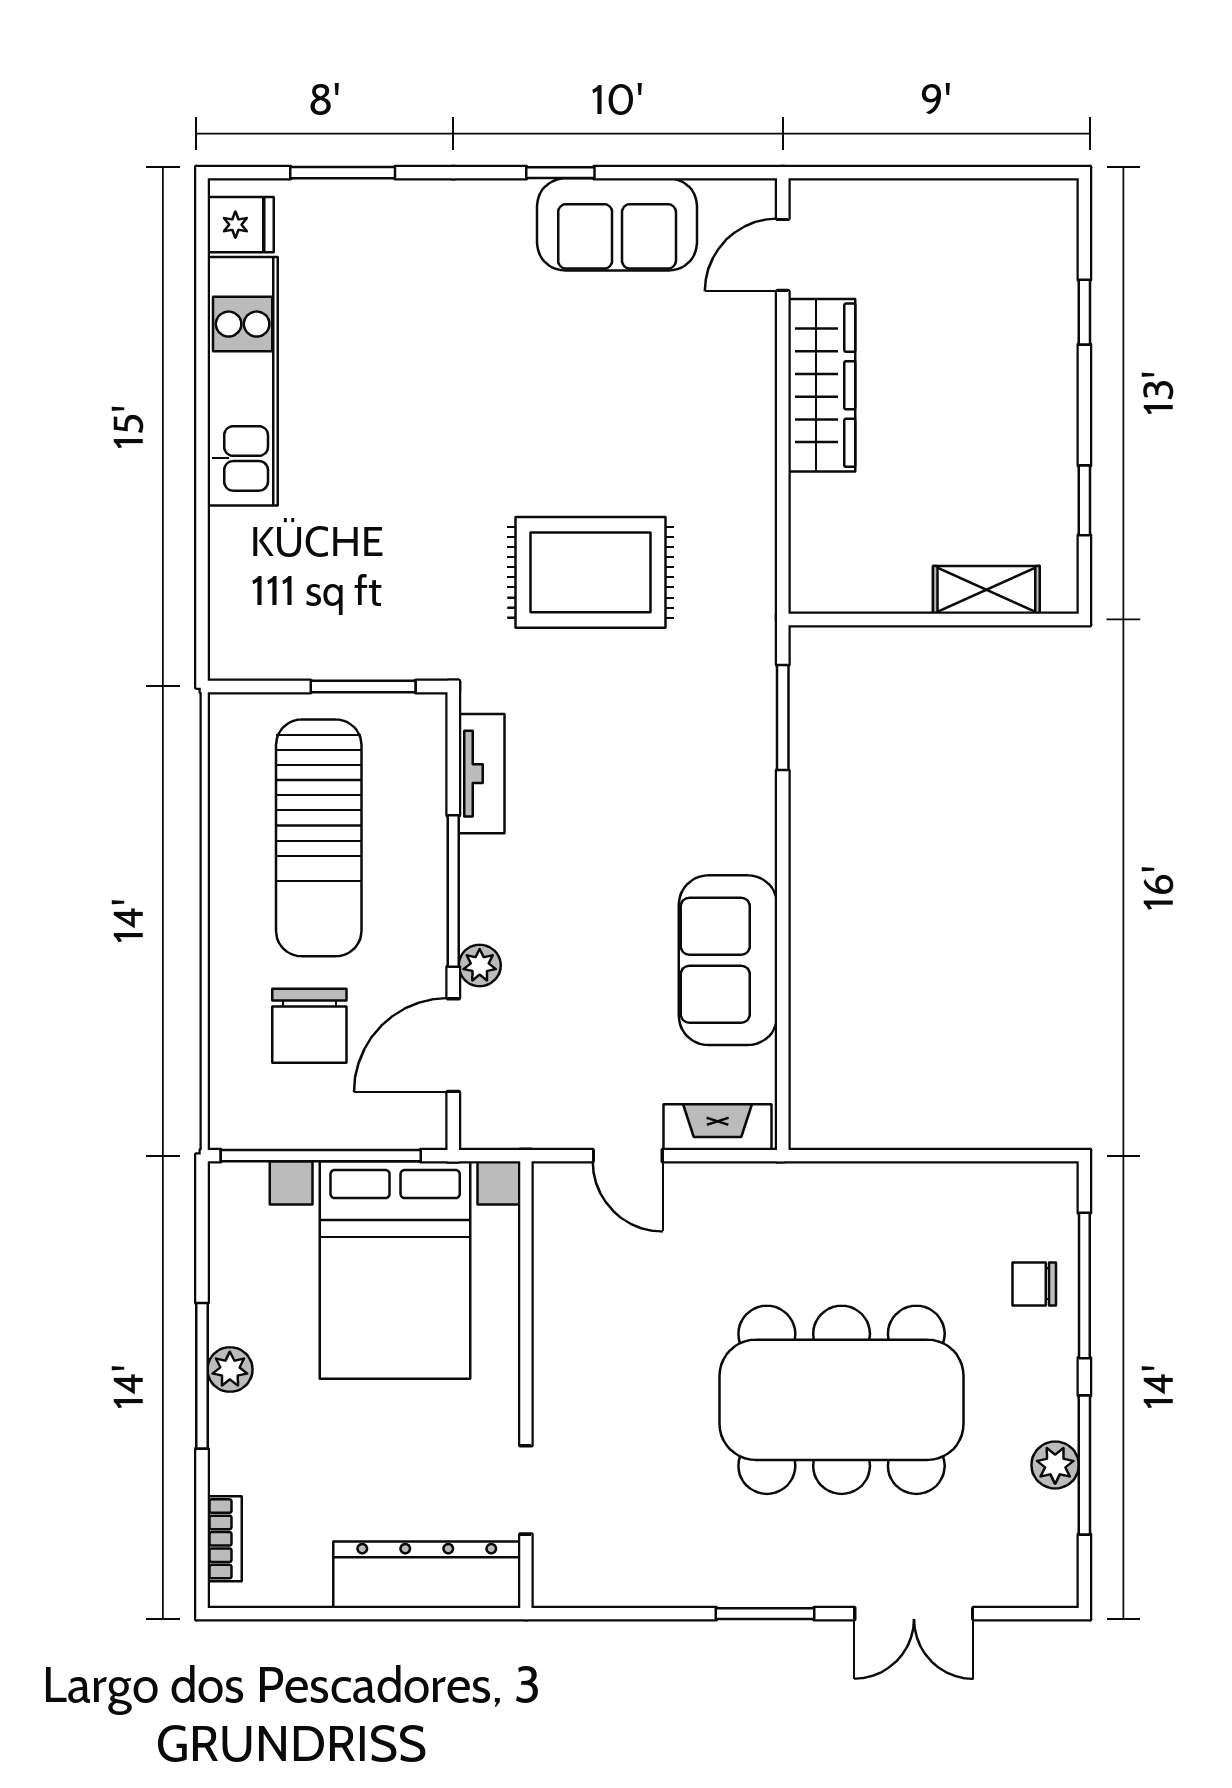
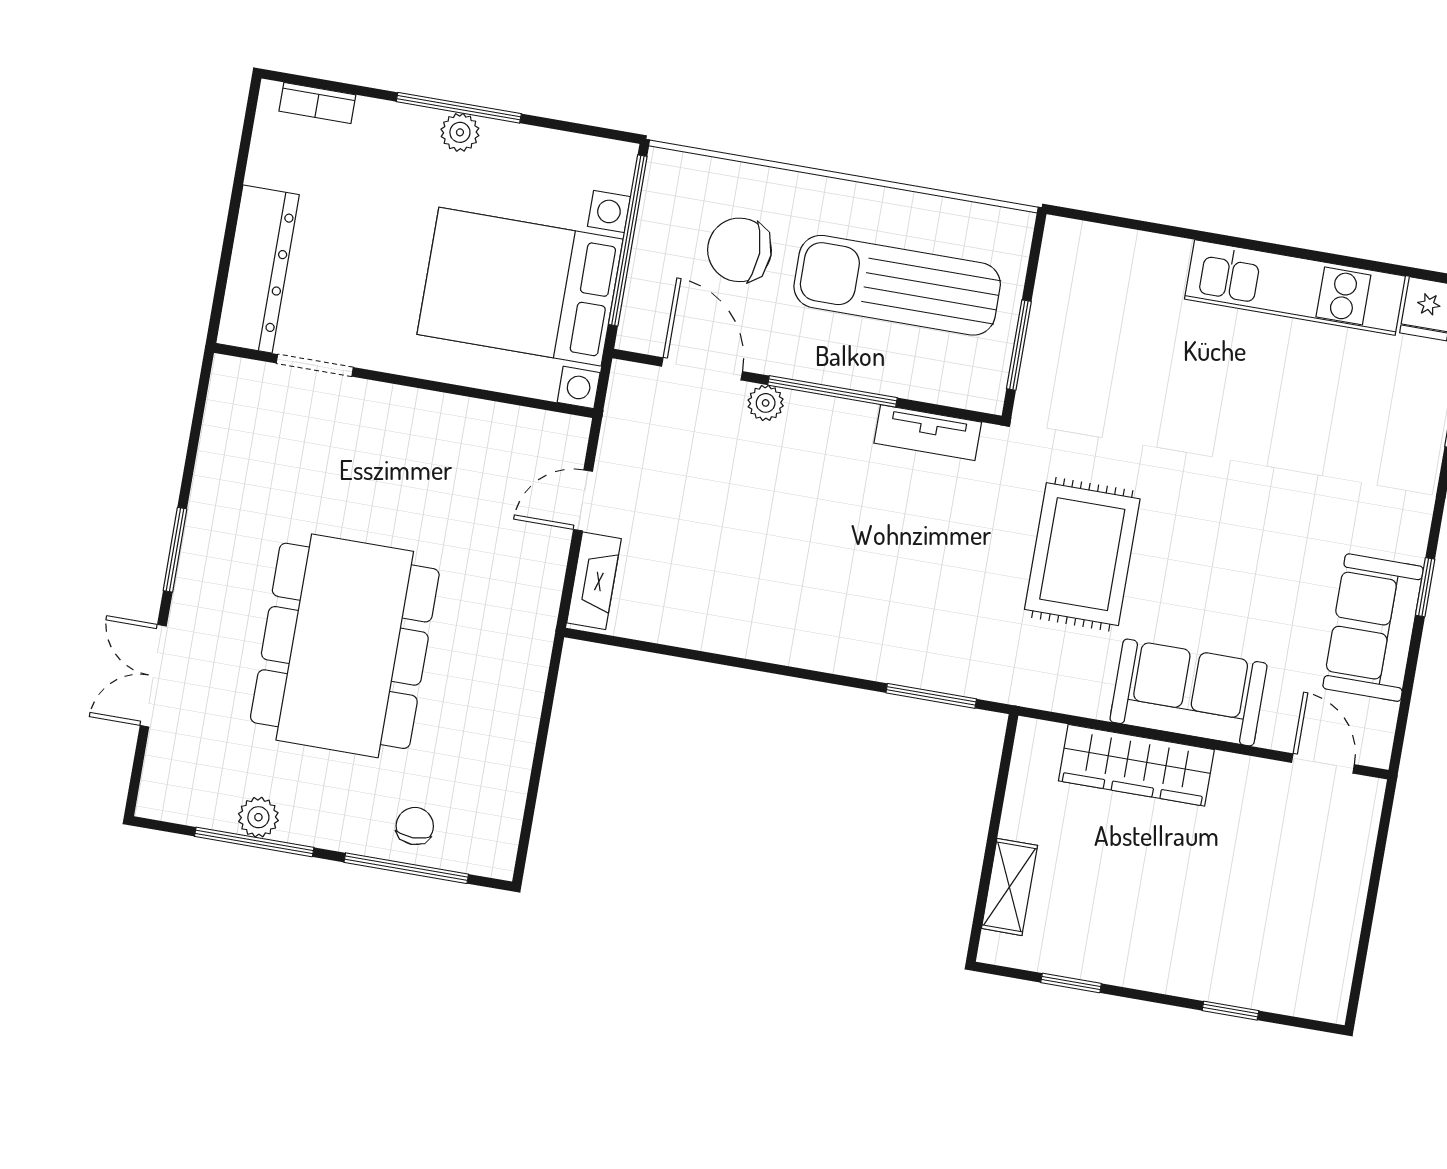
wardrobe: (822, 385) -> (1136, 765), moved
sofa: (728, 960) -> (1188, 693), moved

